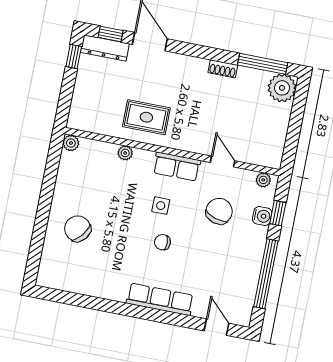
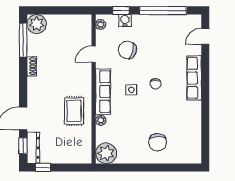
plant: (71, 143) -> (106, 153), width x1.88, depth x1.88
row of seats: (177, 167) -> (103, 92), width x1.48
chair: (78, 229) -> (158, 142), turned -39

